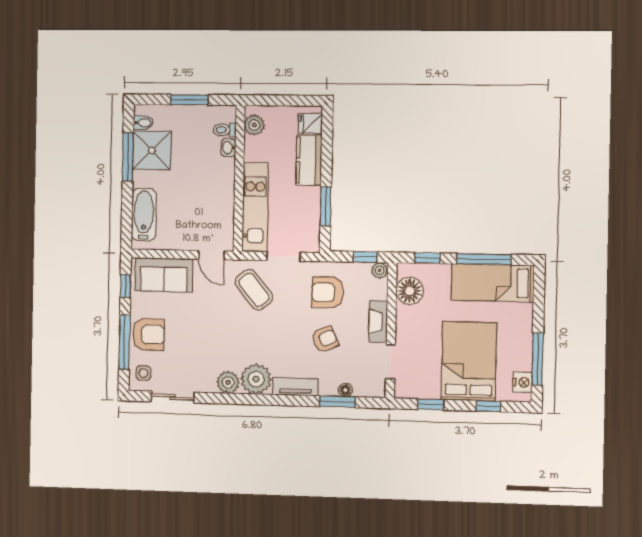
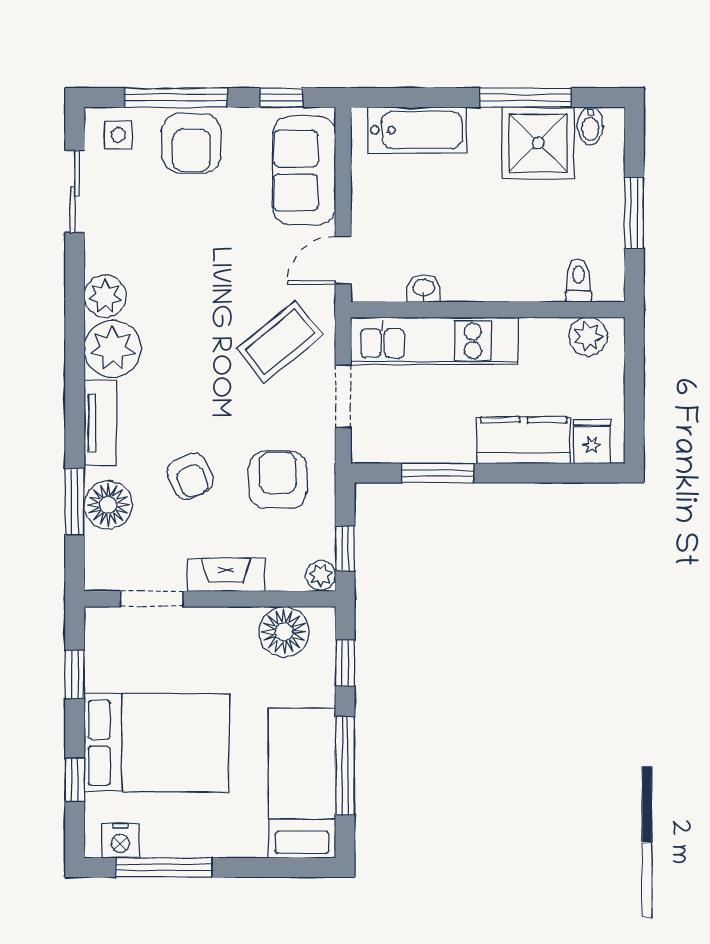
washbasin: (228, 148) -> (424, 289), moved
floor lamp: (345, 390) -> (108, 505), width x1.89, depth x1.89

